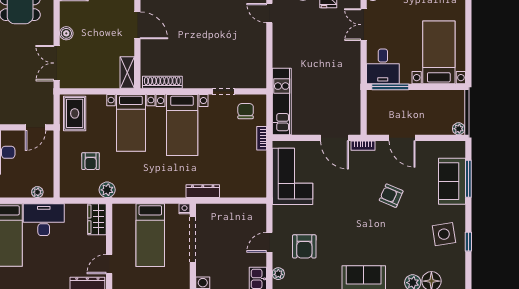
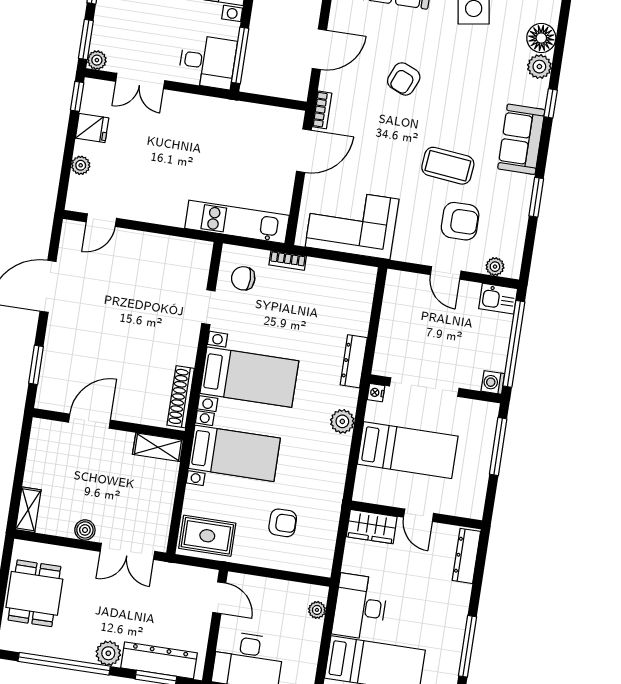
plant: (107, 190) -> (342, 421), moved
coffee table: (339, 233) -> (448, 166), added
door: (109, 264) -> (419, 515), moved

